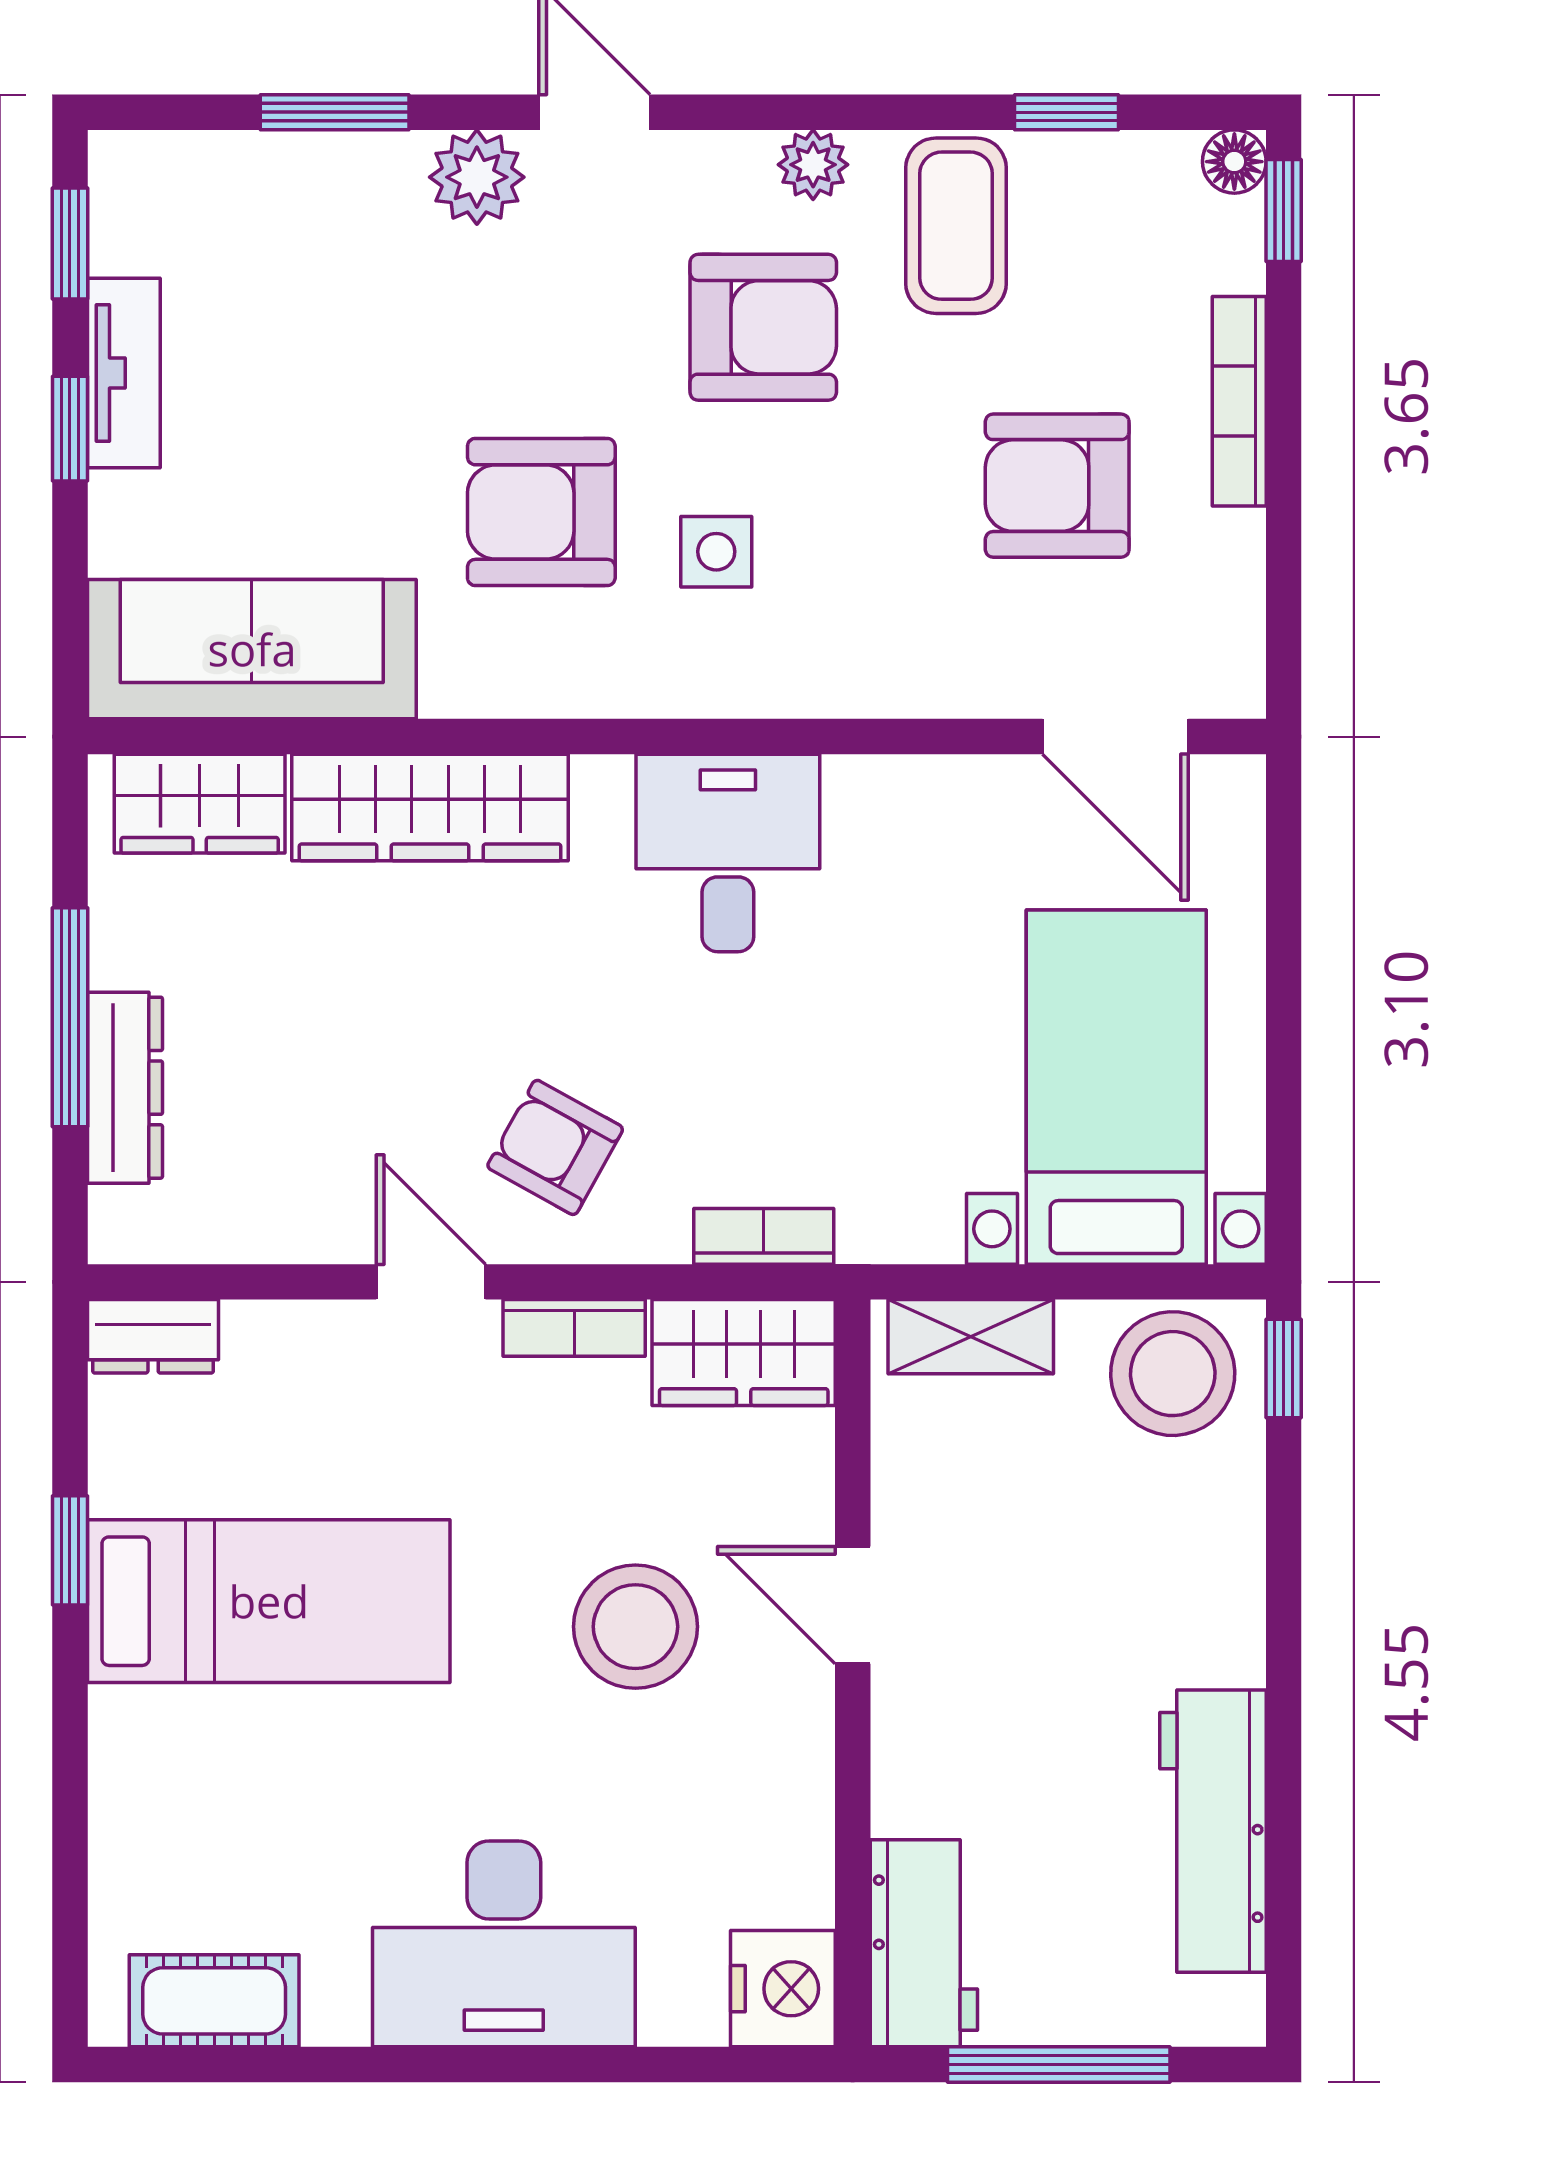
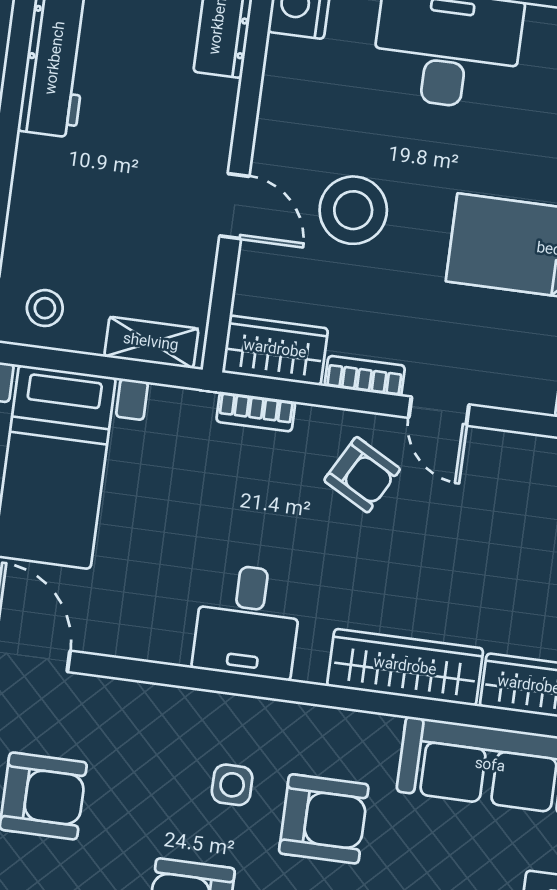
stool: (1173, 1374) -> (45, 308), width x0.53, depth x0.53

